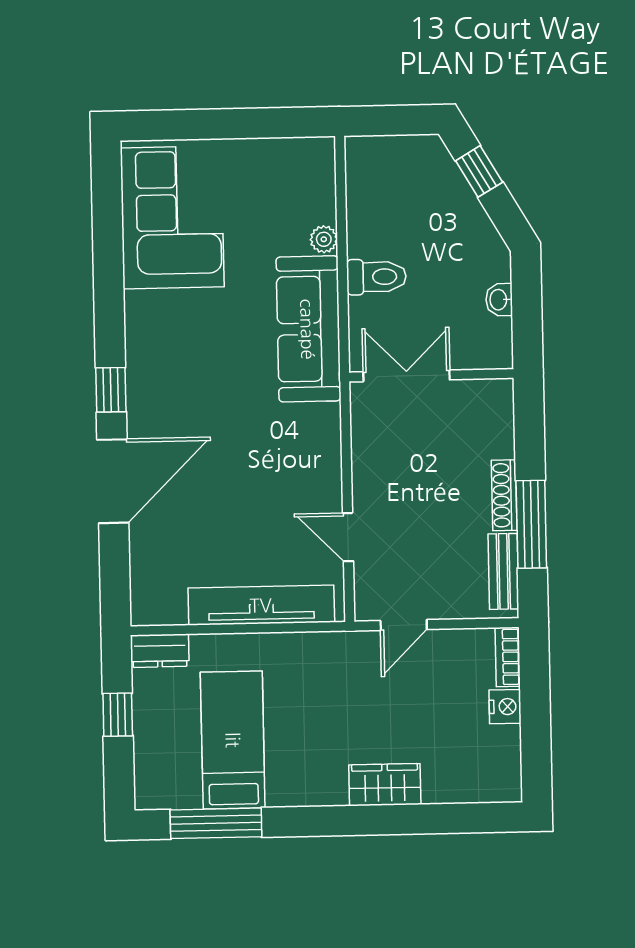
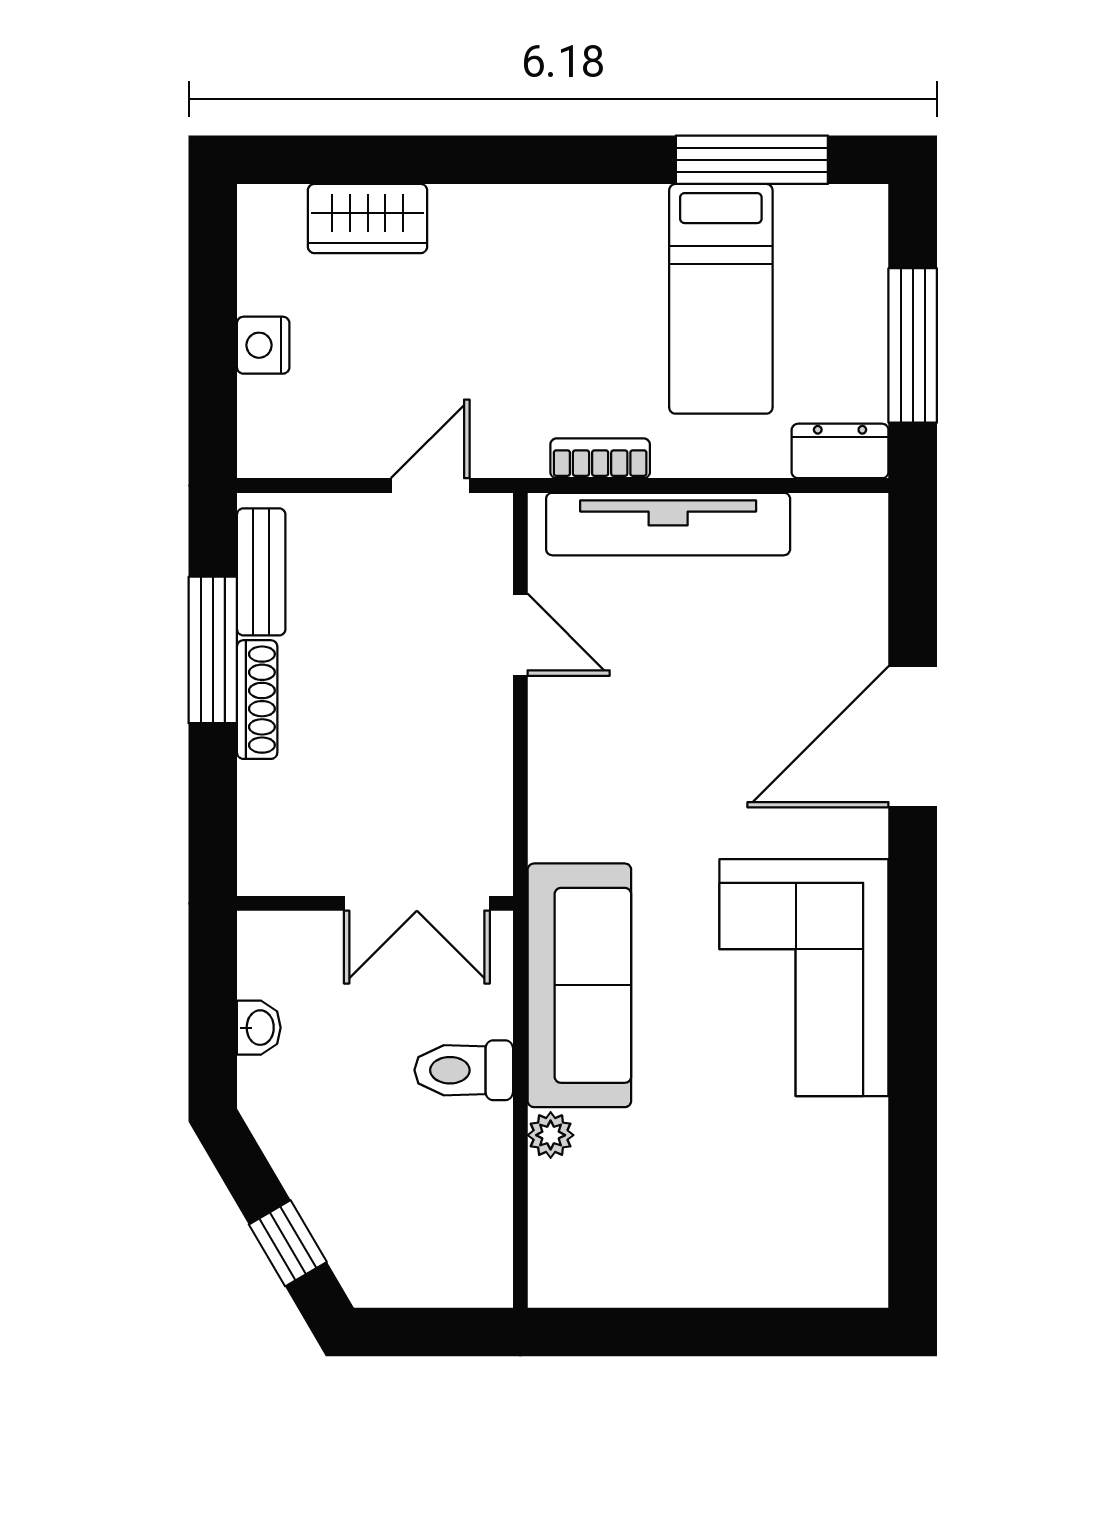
corner sofa: (172, 217) -> (804, 978), moved
window: (111, 390) -> (913, 890), removed
bookcase: (508, 657) -> (600, 458), moved, turned -90
window: (118, 715) -> (913, 345), width x2.17
wardrobe: (385, 785) -> (368, 219), moved

